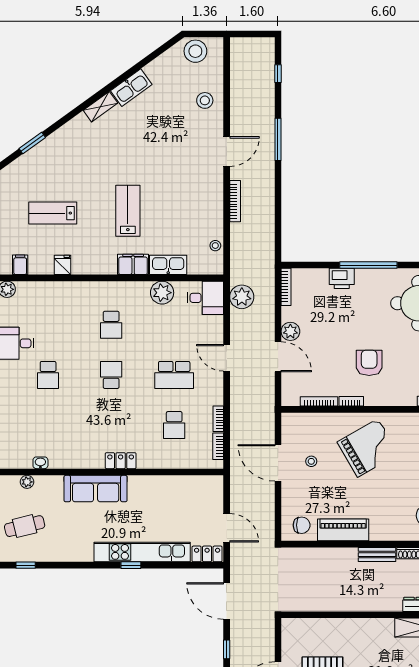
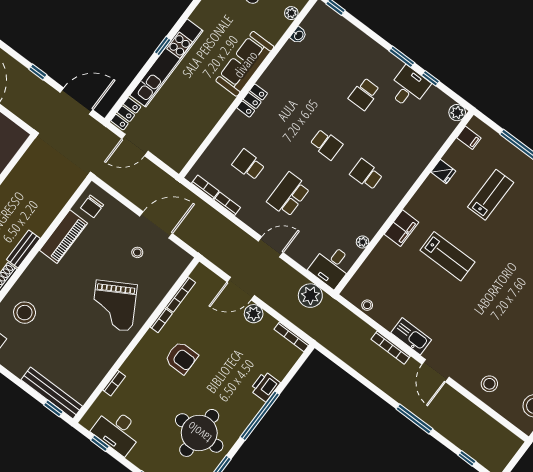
kitchen sink: (168, 265) -> (411, 336), moved, turned -90
plant: (162, 293) -> (363, 242), width x0.53, depth x0.53
school desk: (48, 375) -> (364, 94), turned -90

